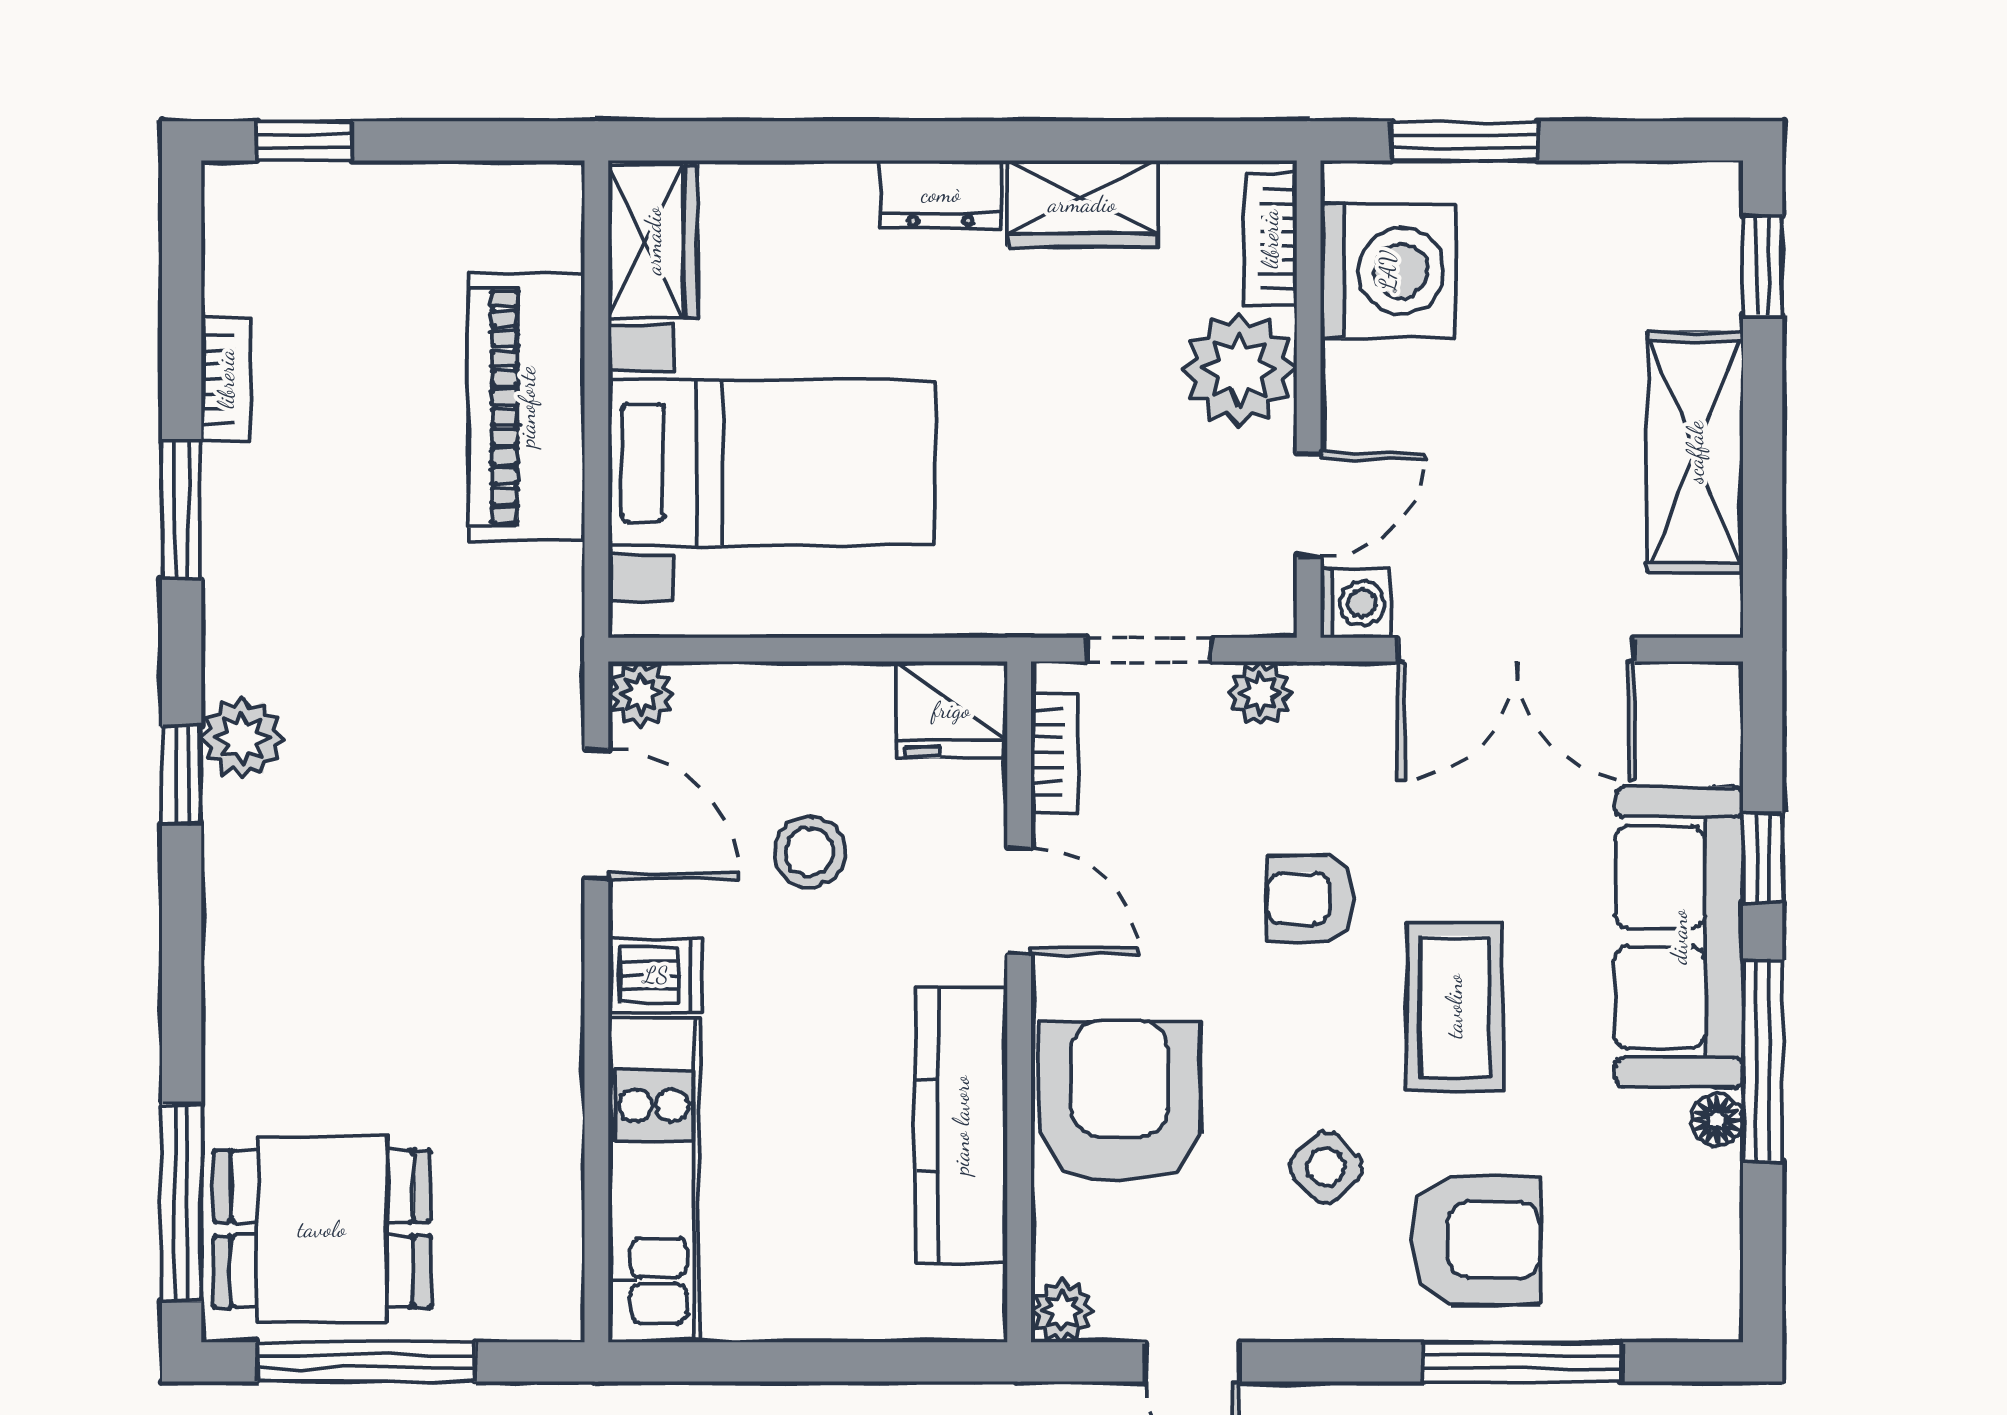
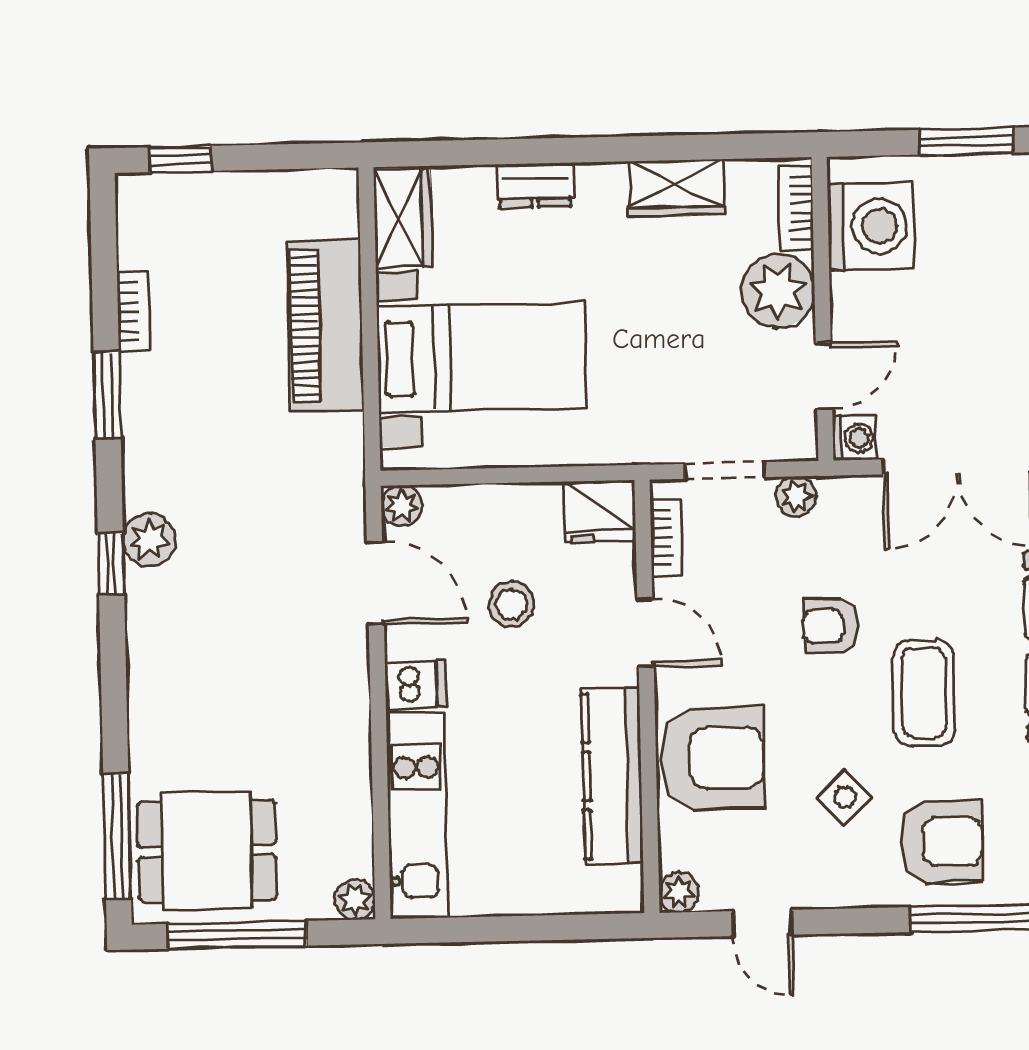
window: (1464, 141) -> (966, 141), moved
dresser: (941, 194) -> (535, 185), moved
armchair: (1120, 1101) -> (712, 758), turned 90
plant: (553, 1311) -> (355, 900), added

